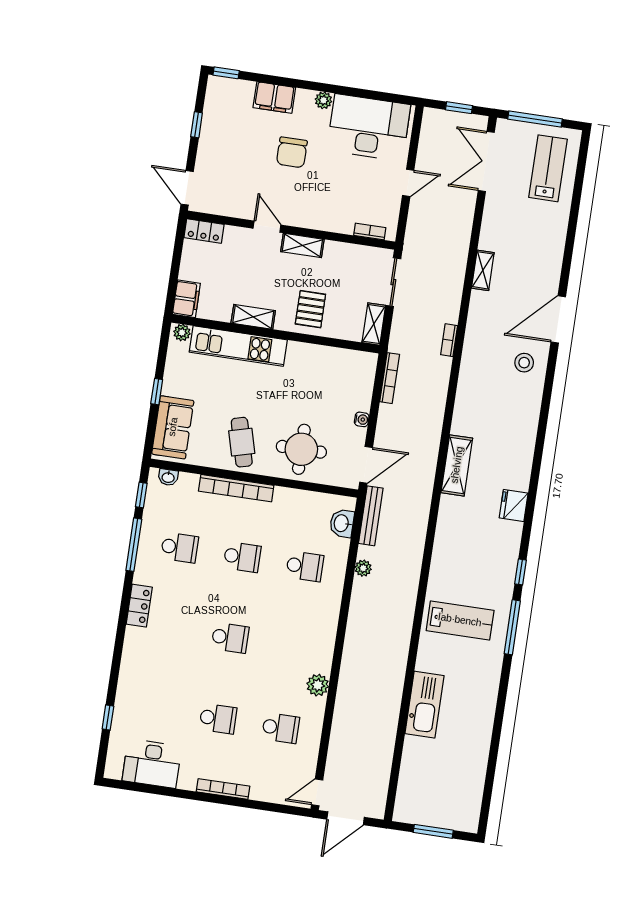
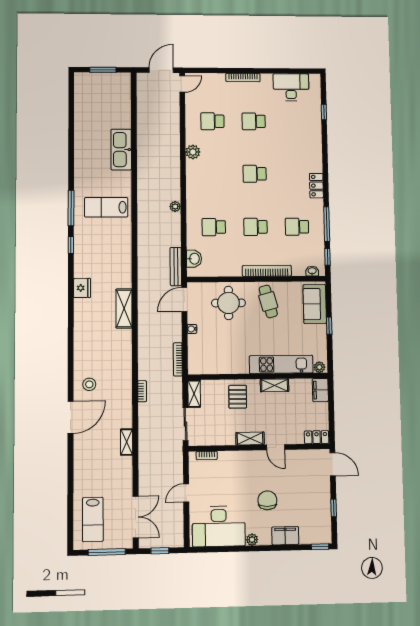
plant: (363, 568) -> (175, 206), moved

